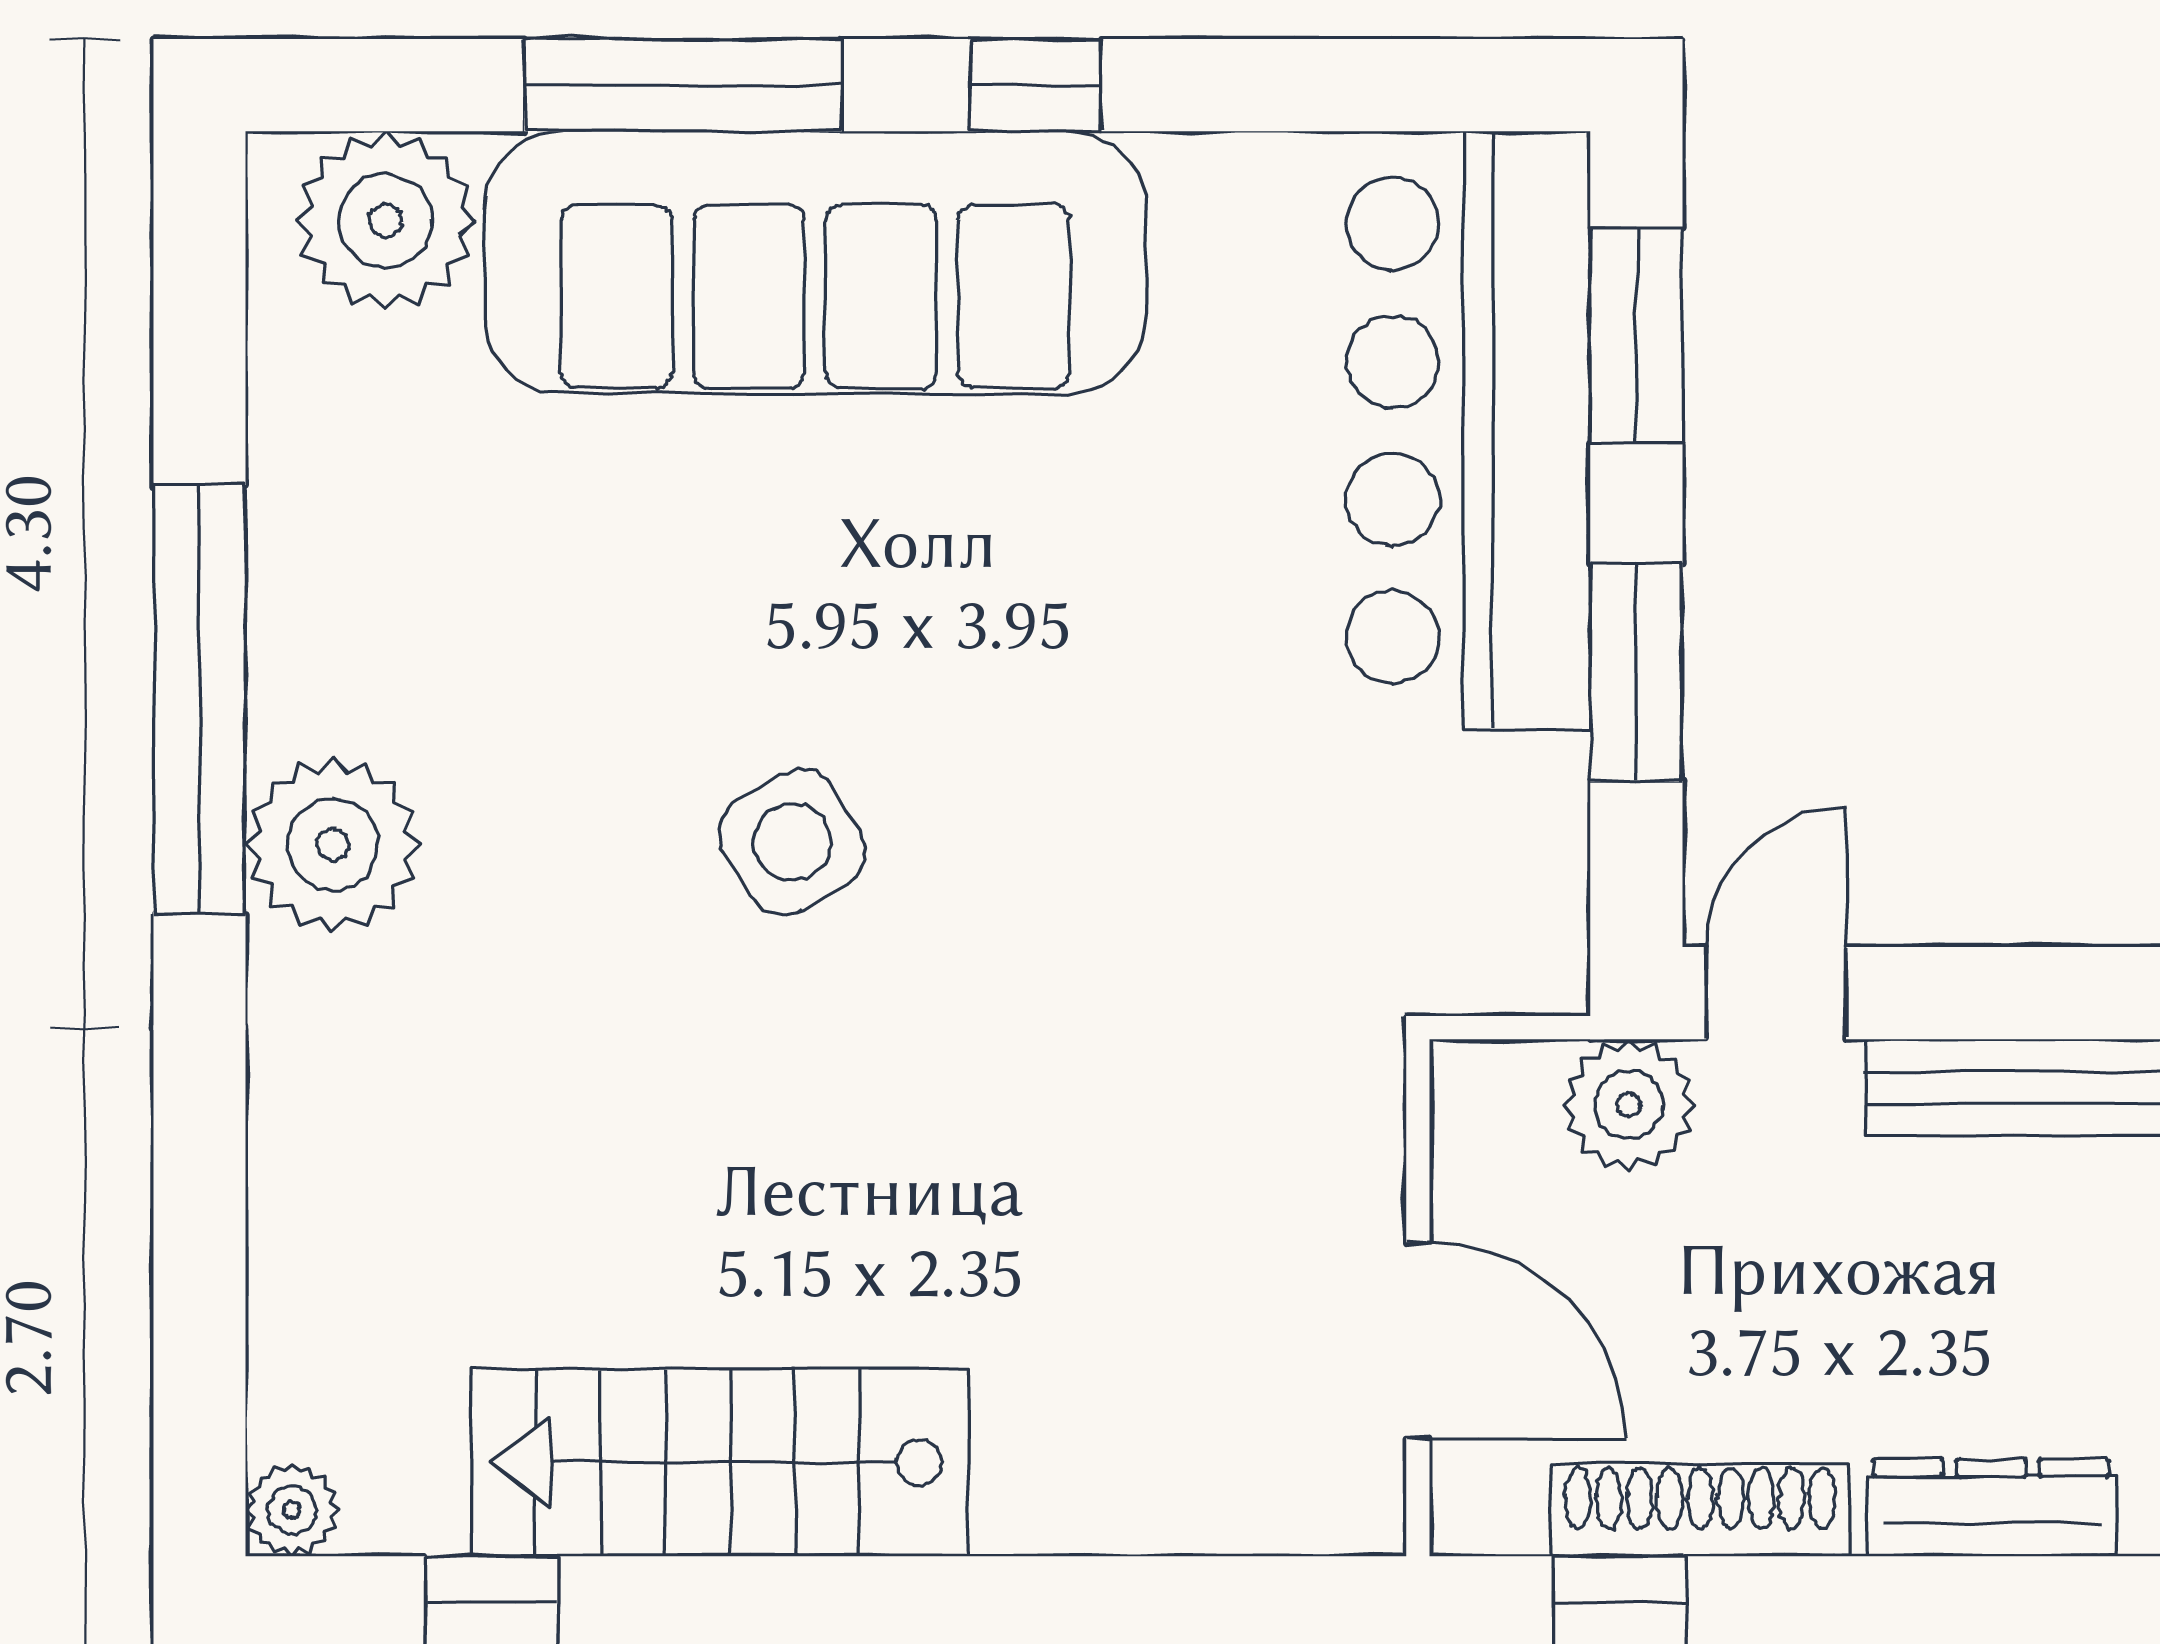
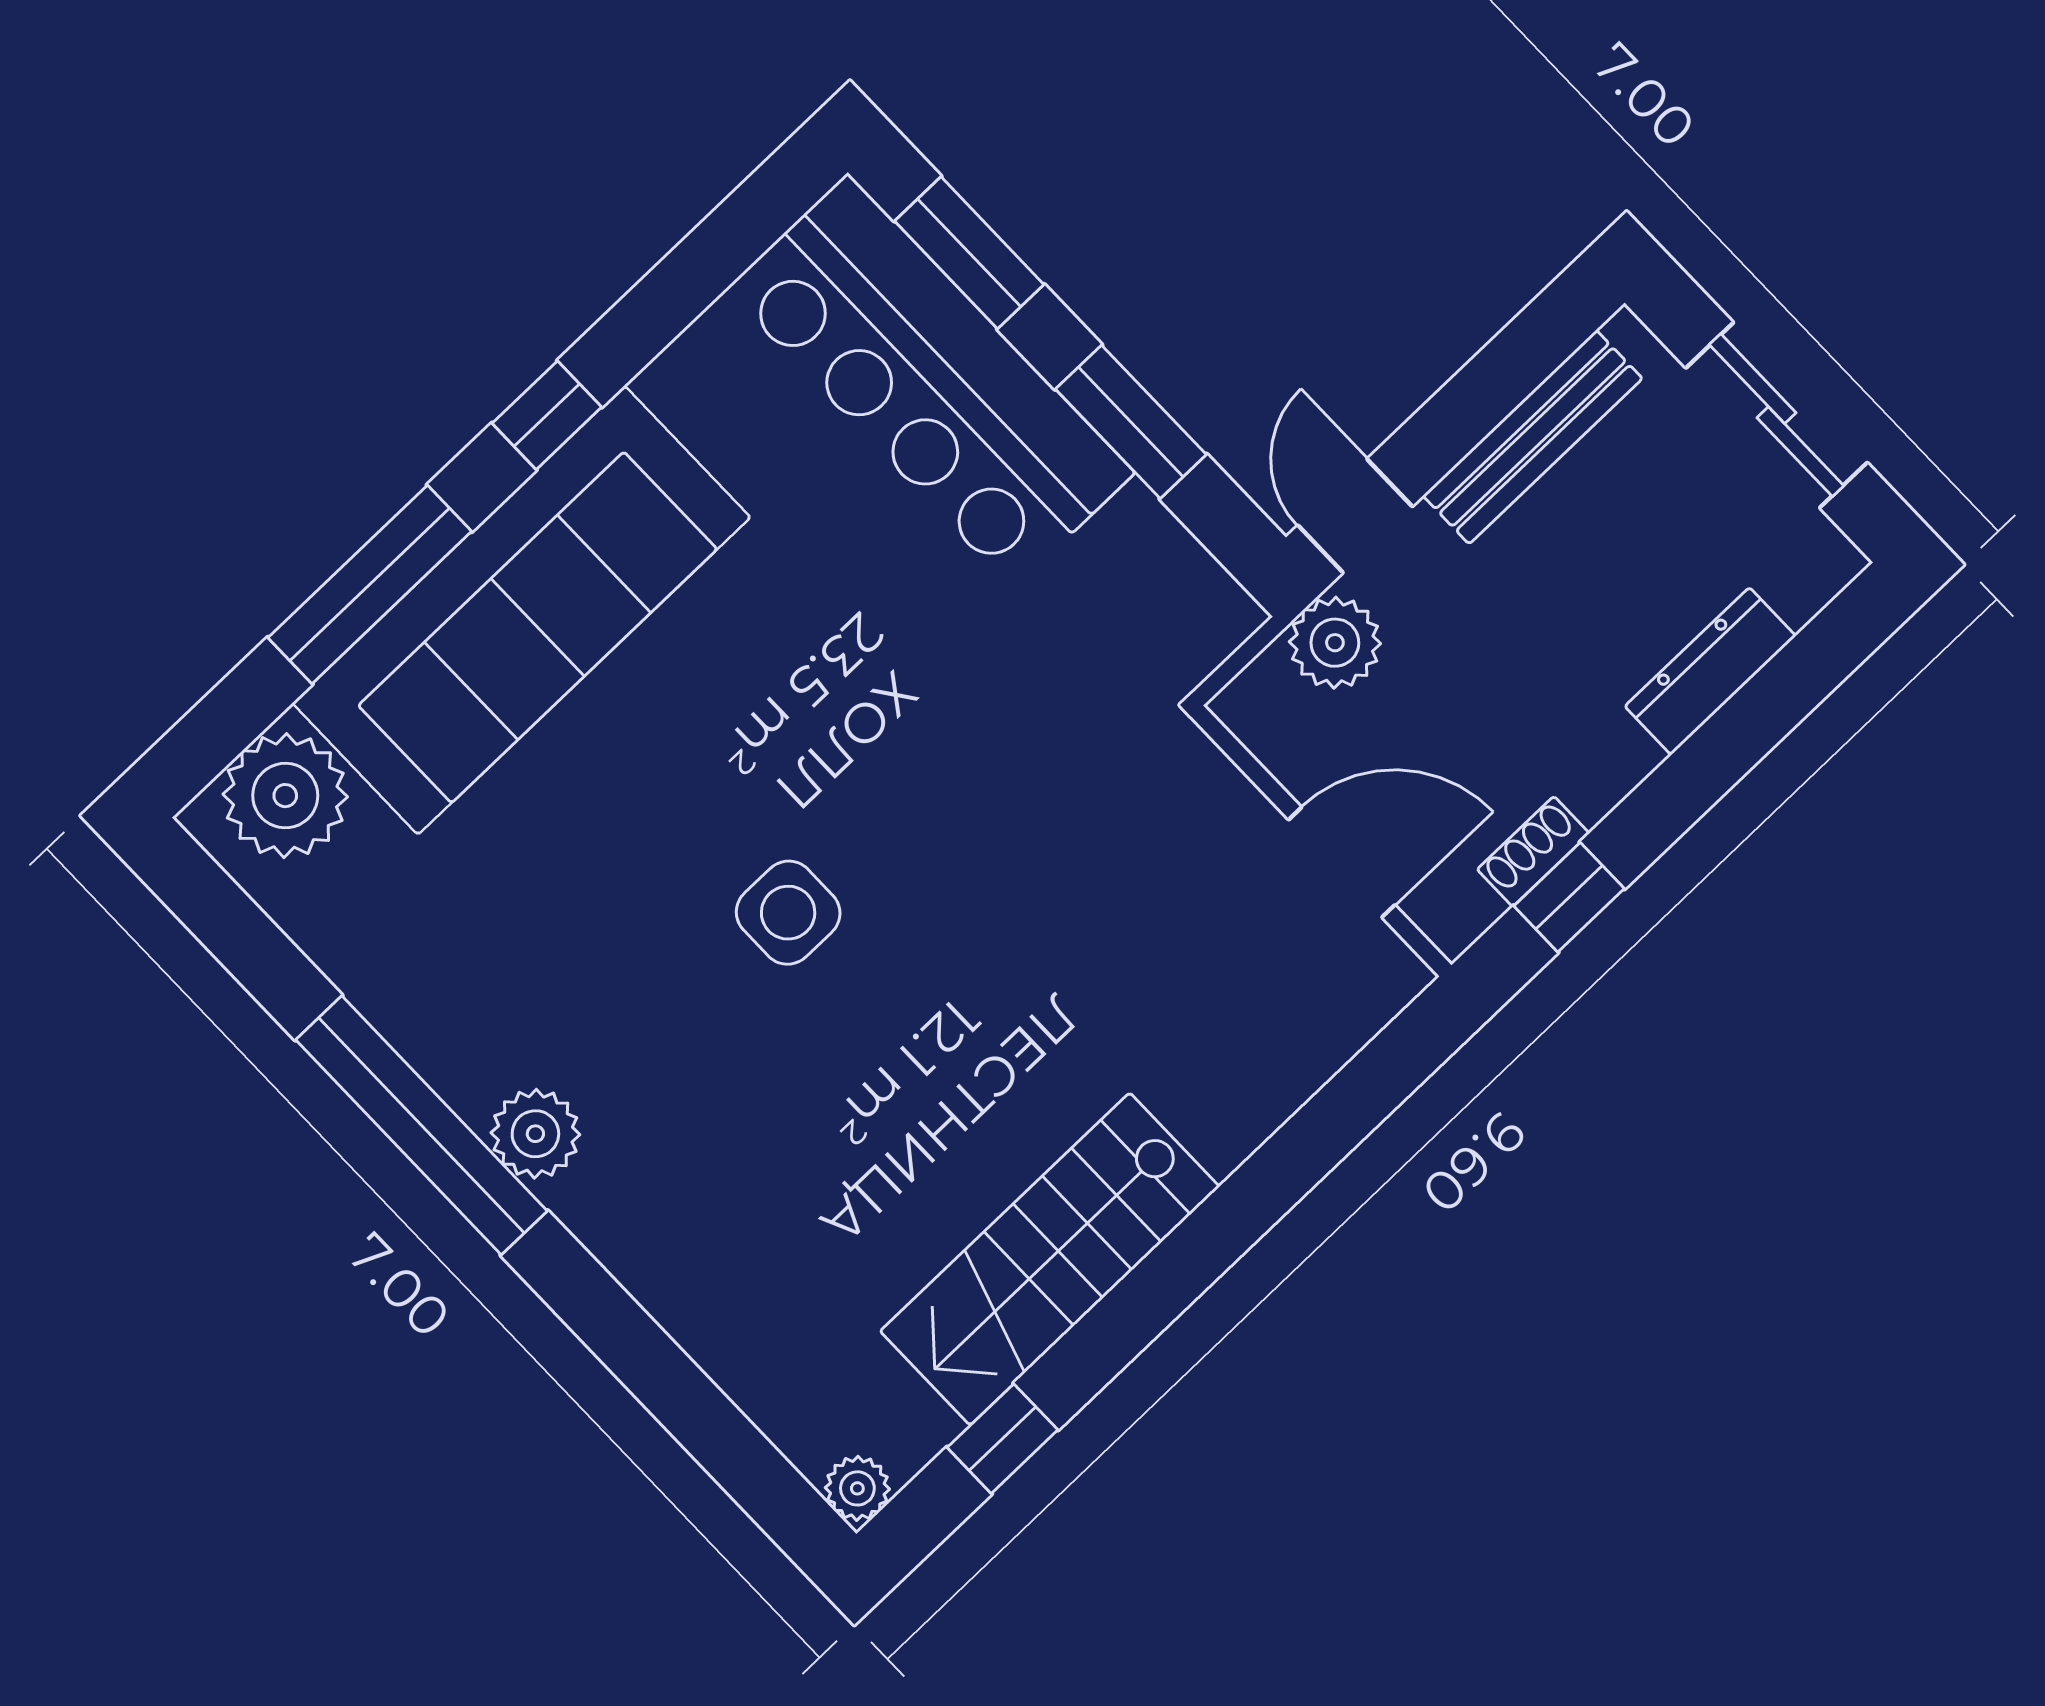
side table: (792, 842) -> (788, 913), turned 31
plant: (333, 844) -> (535, 1134), width x0.73, depth x0.73
shoe rack: (1700, 1510) -> (1533, 851), width x0.51, depth x0.81

